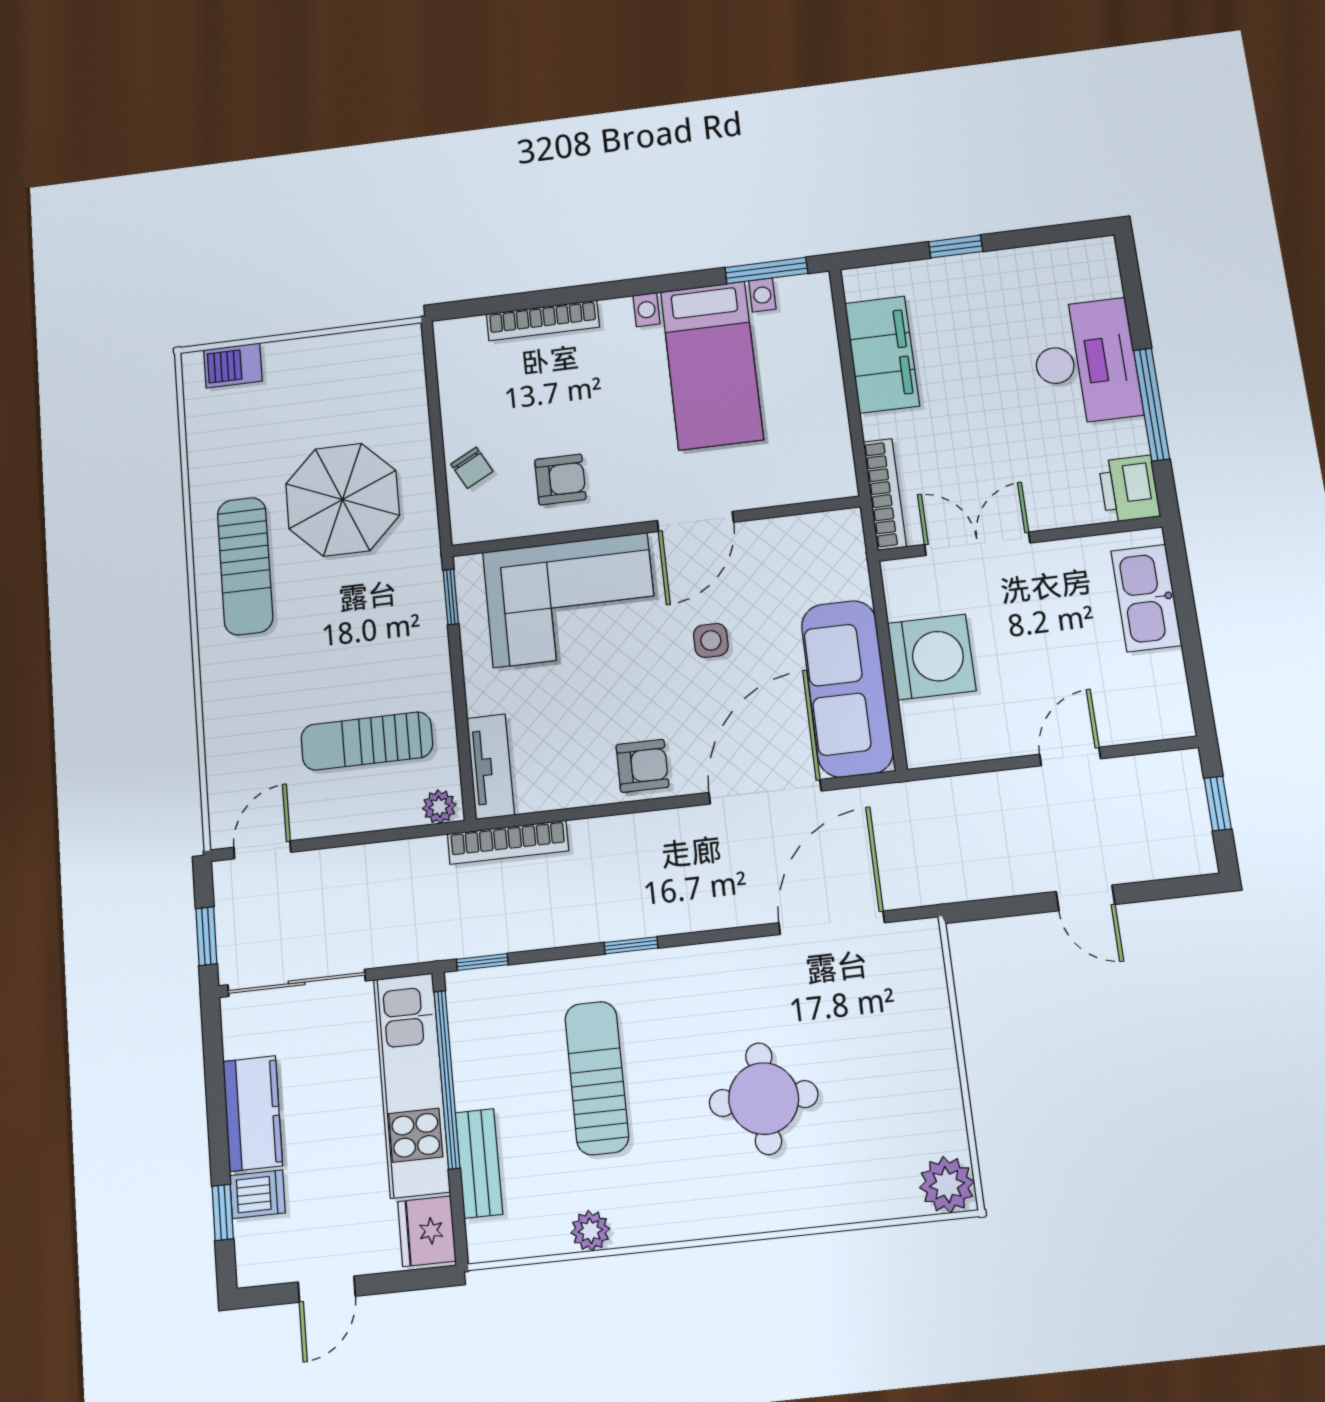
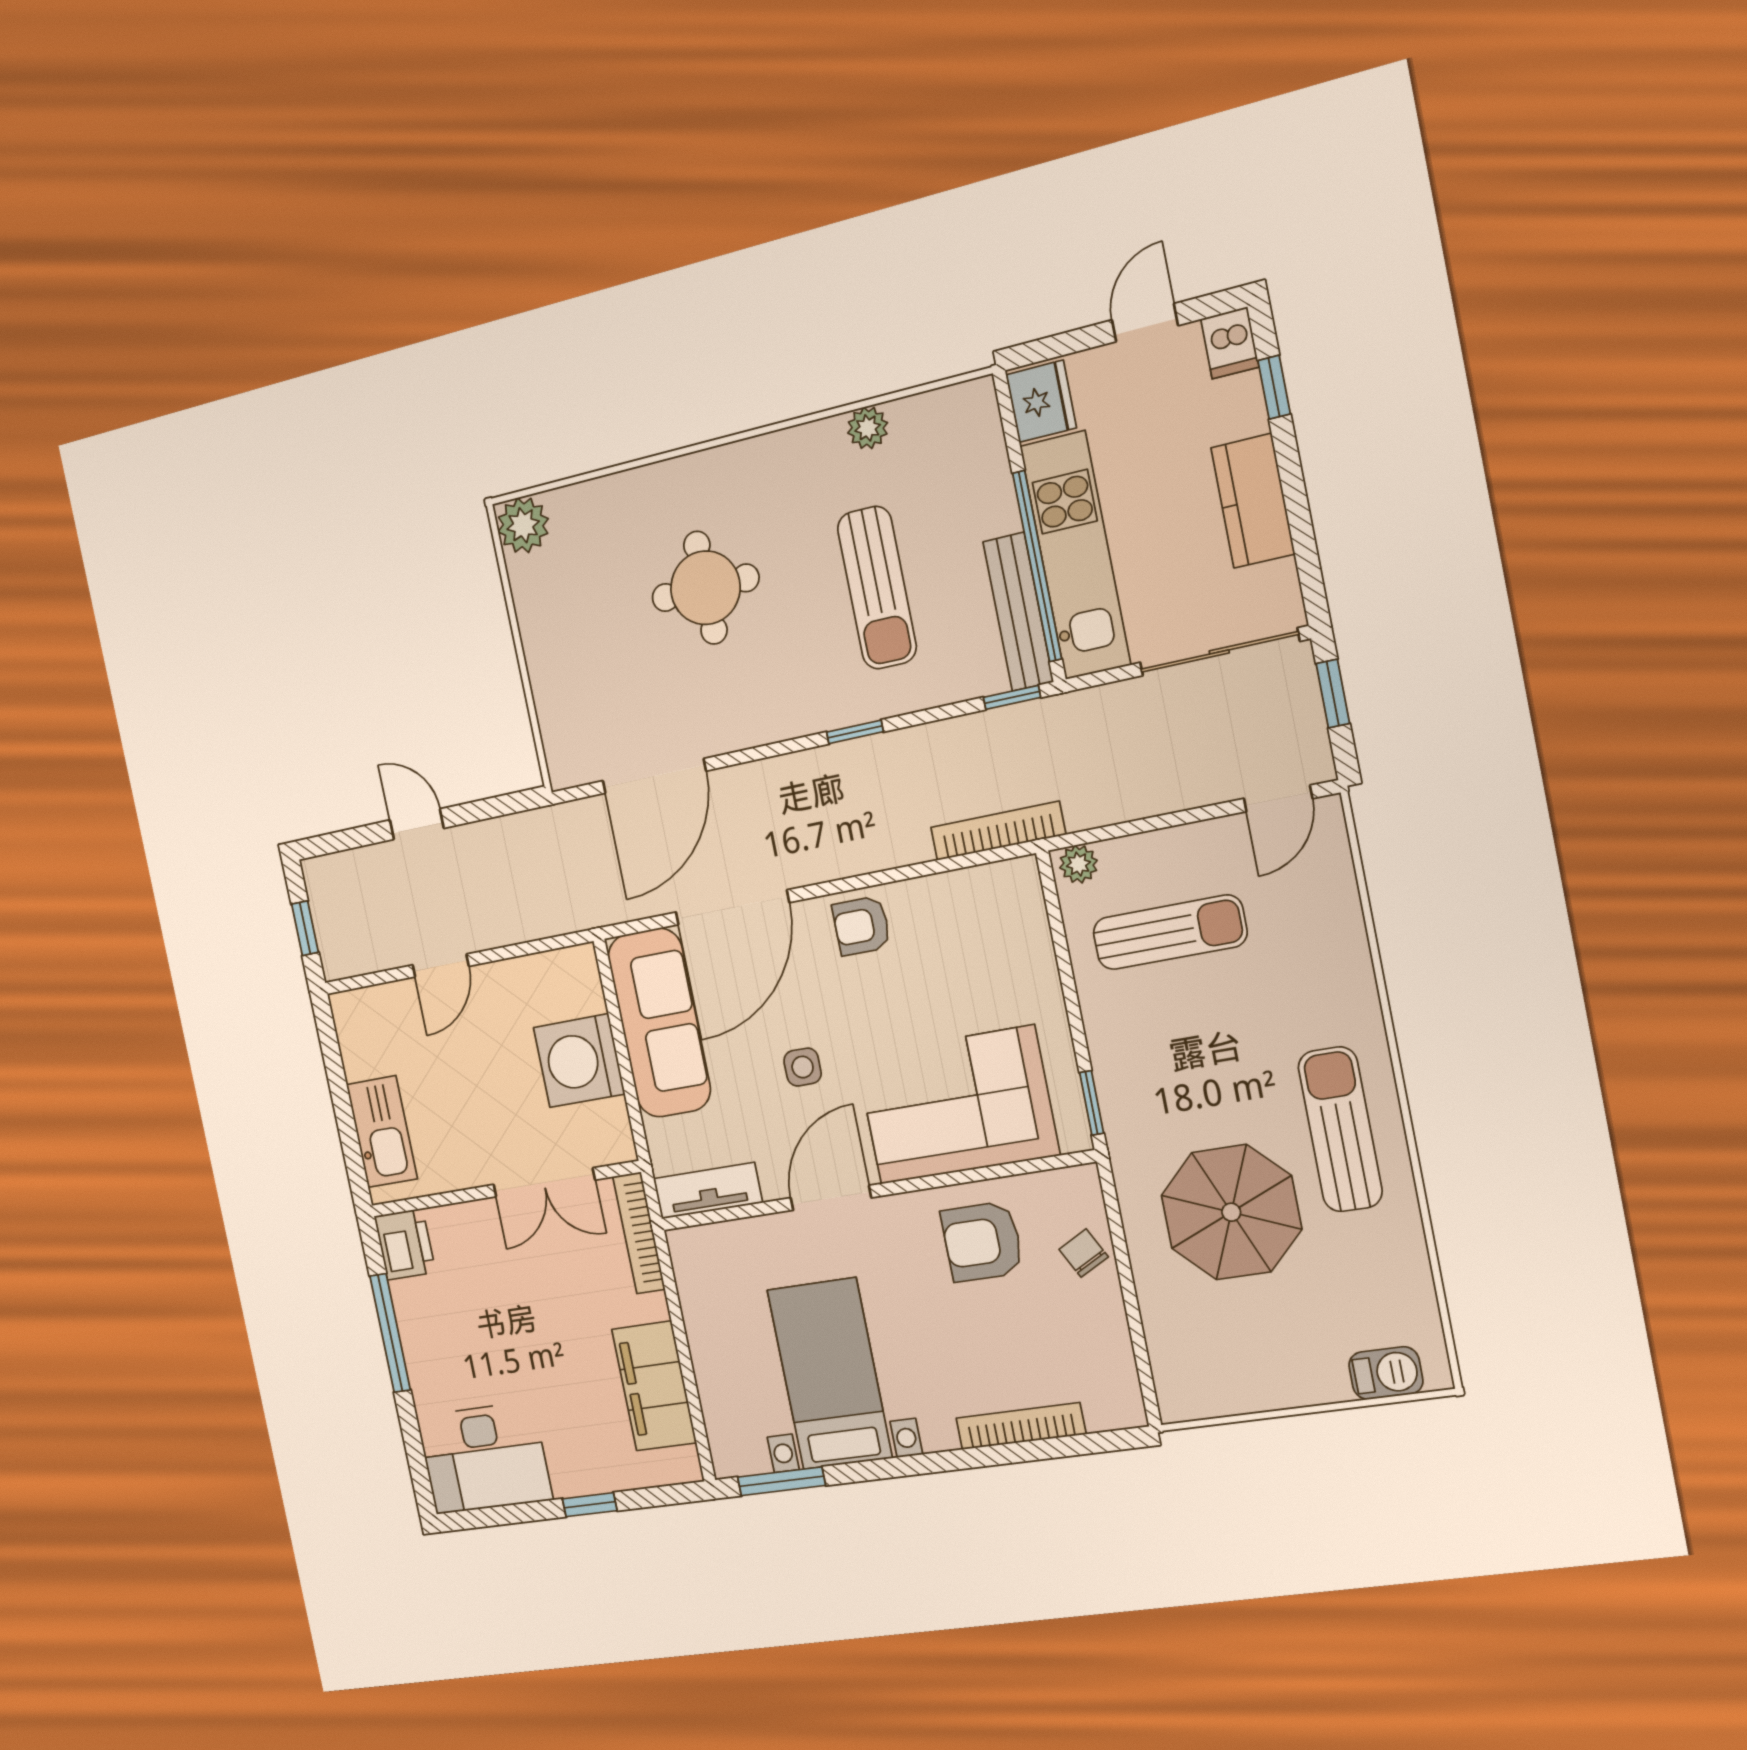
desk: (1086, 362) -> (484, 1458), moved, turned -90
armchair: (560, 479) -> (982, 1242), width x1.38, depth x1.38
tv unit: (490, 767) -> (708, 1191), moved, turned 90
bench: (479, 1163) -> (1018, 612), moved, width x1.36
dishwasher: (257, 1194) -> (1230, 343), moved, turned -90

